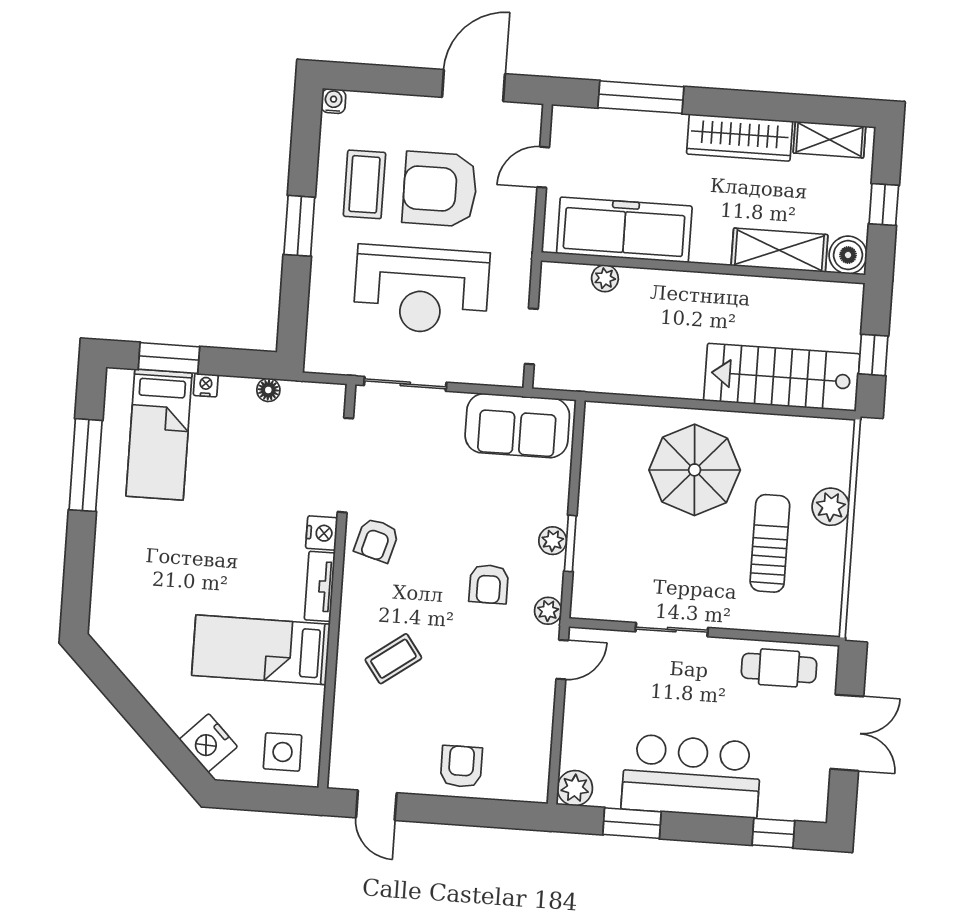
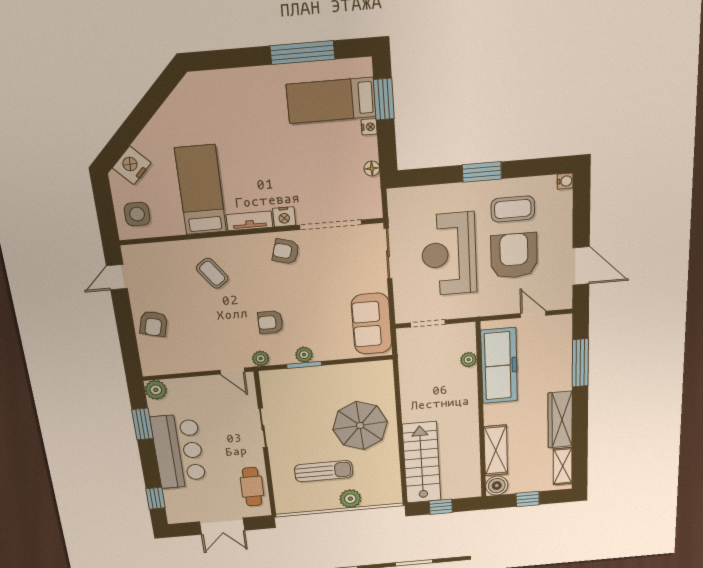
armchair: (461, 766) -> (154, 324), turned 104

